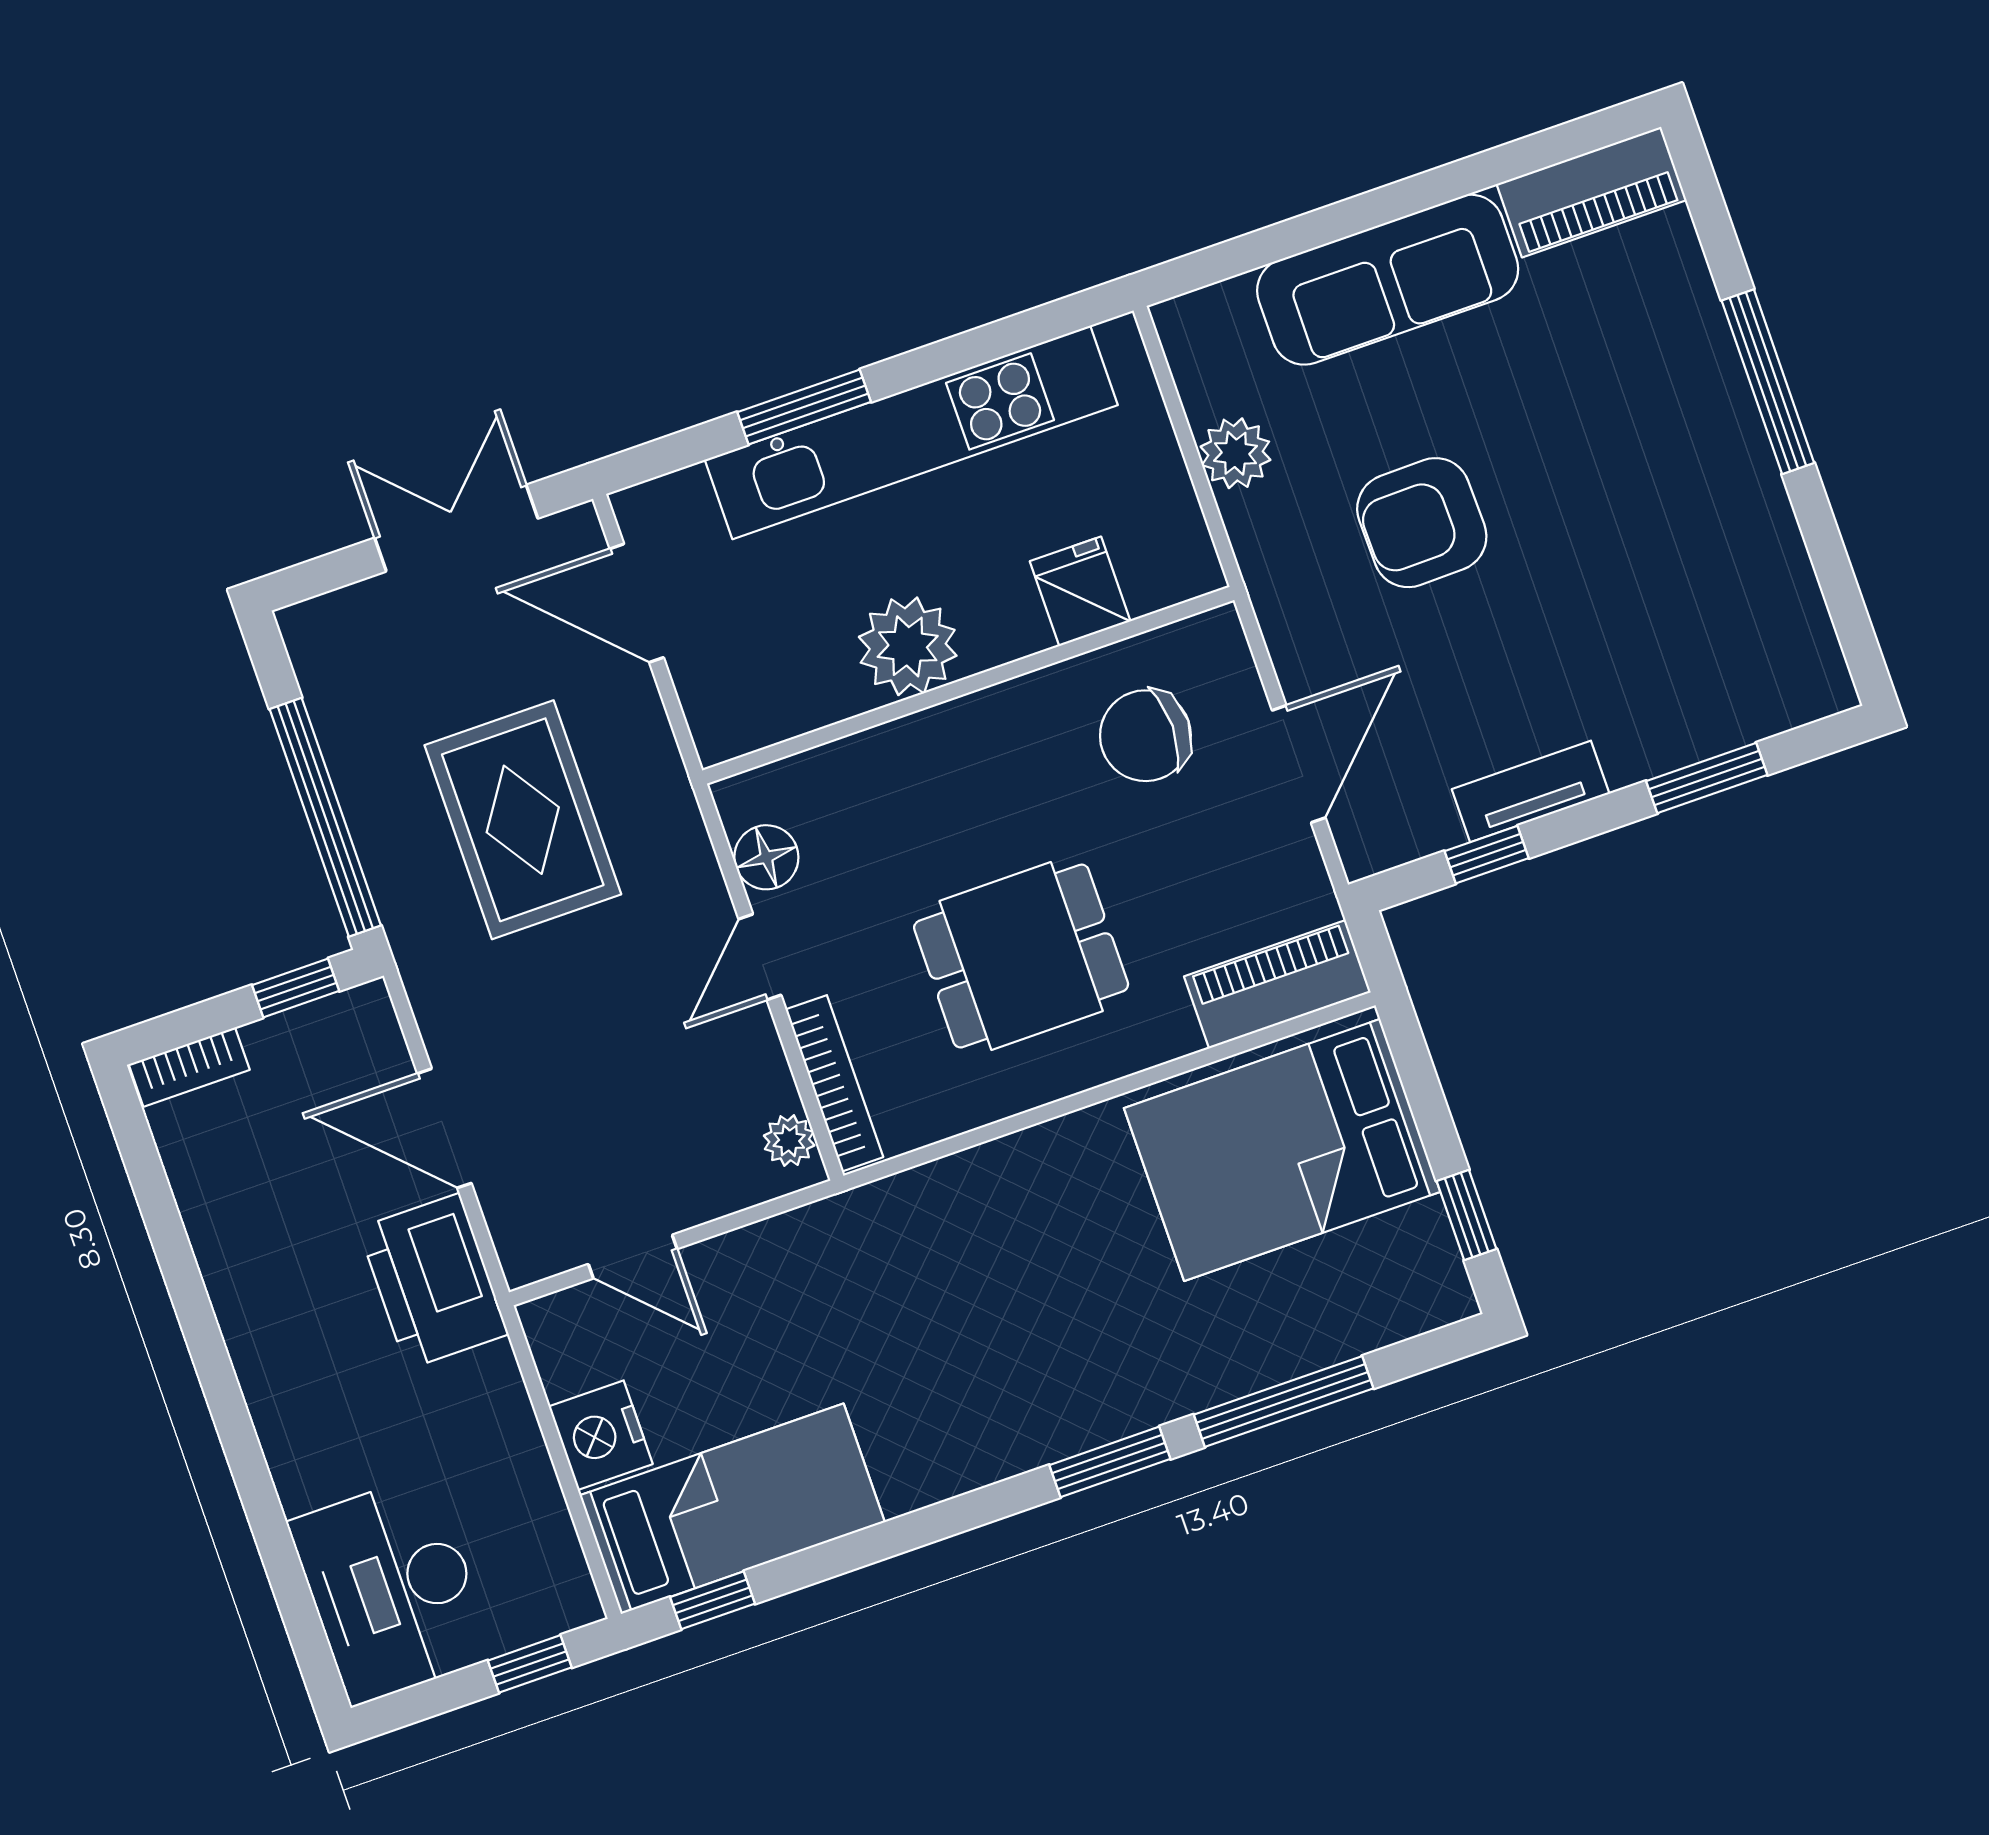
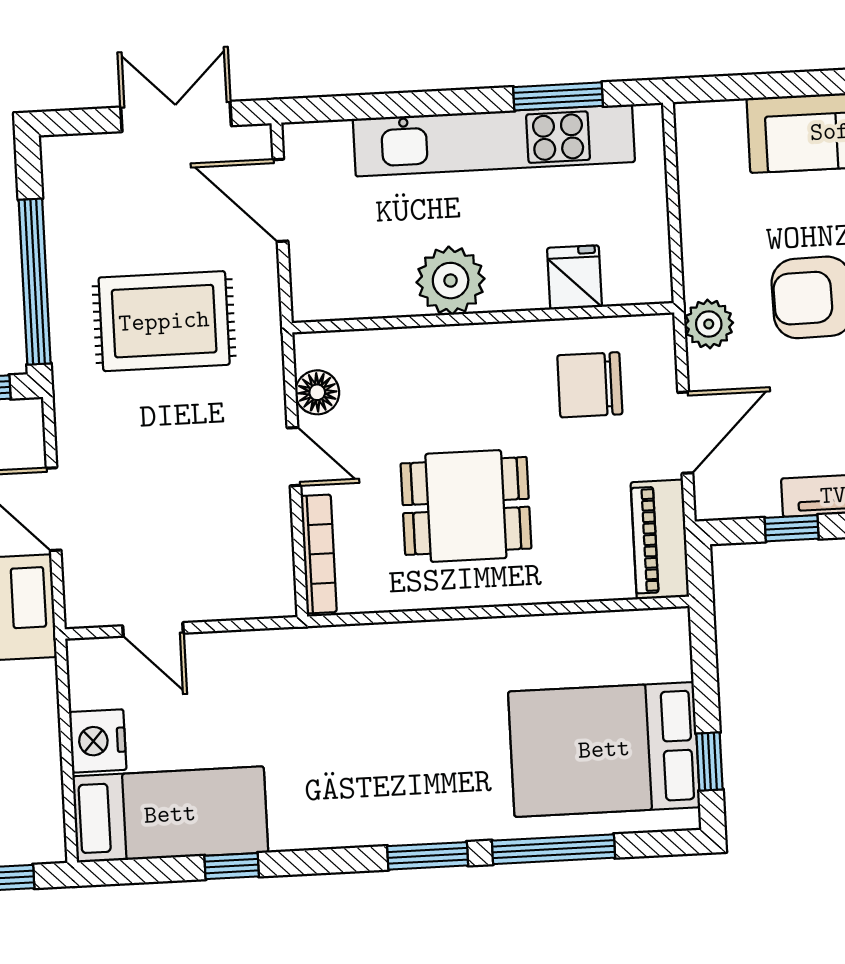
window: (804, 407) -> (558, 96), moved
plant: (1236, 453) -> (709, 324), moved
rug: (523, 820) -> (164, 321), turned 90
door: (760, 957) -> (294, 457), swing flipped
piano: (1277, 984) -> (660, 539), moved, turned -90
plant: (789, 1141) -> (278, 583), removed
bed: (1282, 1150) -> (604, 749), moved
window: (712, 1600) -> (232, 866), moved

